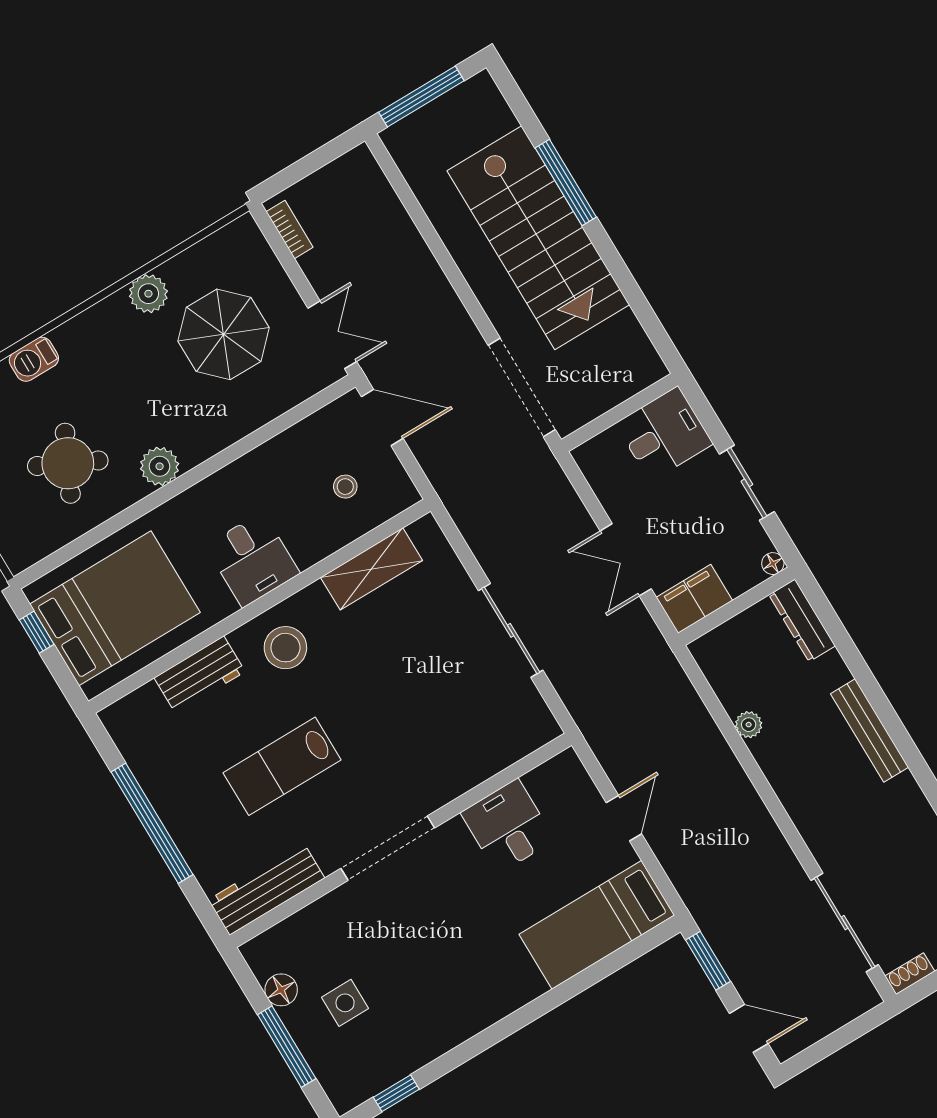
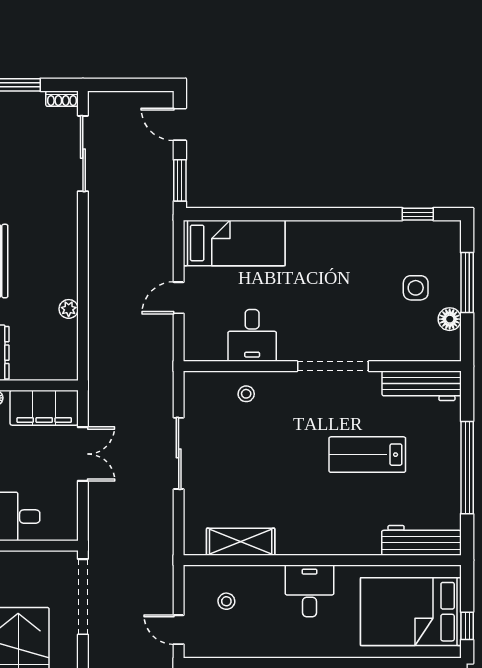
door: (382, 417) -> (179, 630), width x0.73
filing cabinet: (694, 599) -> (44, 408), width x1.50, depth x1.17
stool: (285, 648) -> (246, 394), moved, width x0.53, depth x0.53
workbench: (200, 675) -> (421, 540), moved, width x1.38
lab bench: (282, 766) -> (367, 455), turned 180

